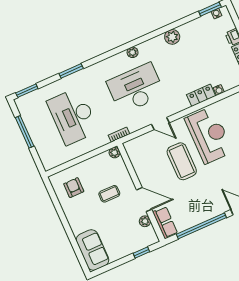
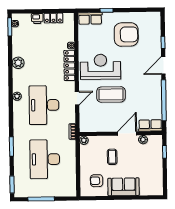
locker: (201, 95) -> (69, 65), width x1.53
desk: (73, 116) -> (45, 159), turned 90
sofa: (92, 250) -> (124, 187), moved

